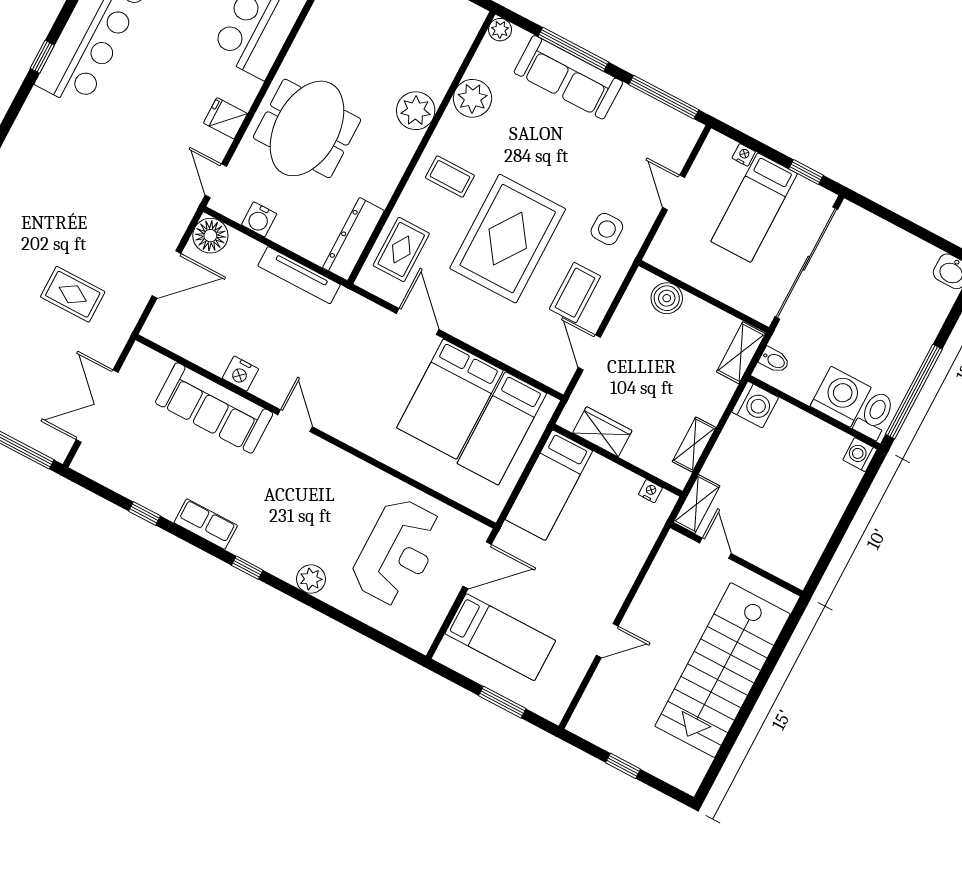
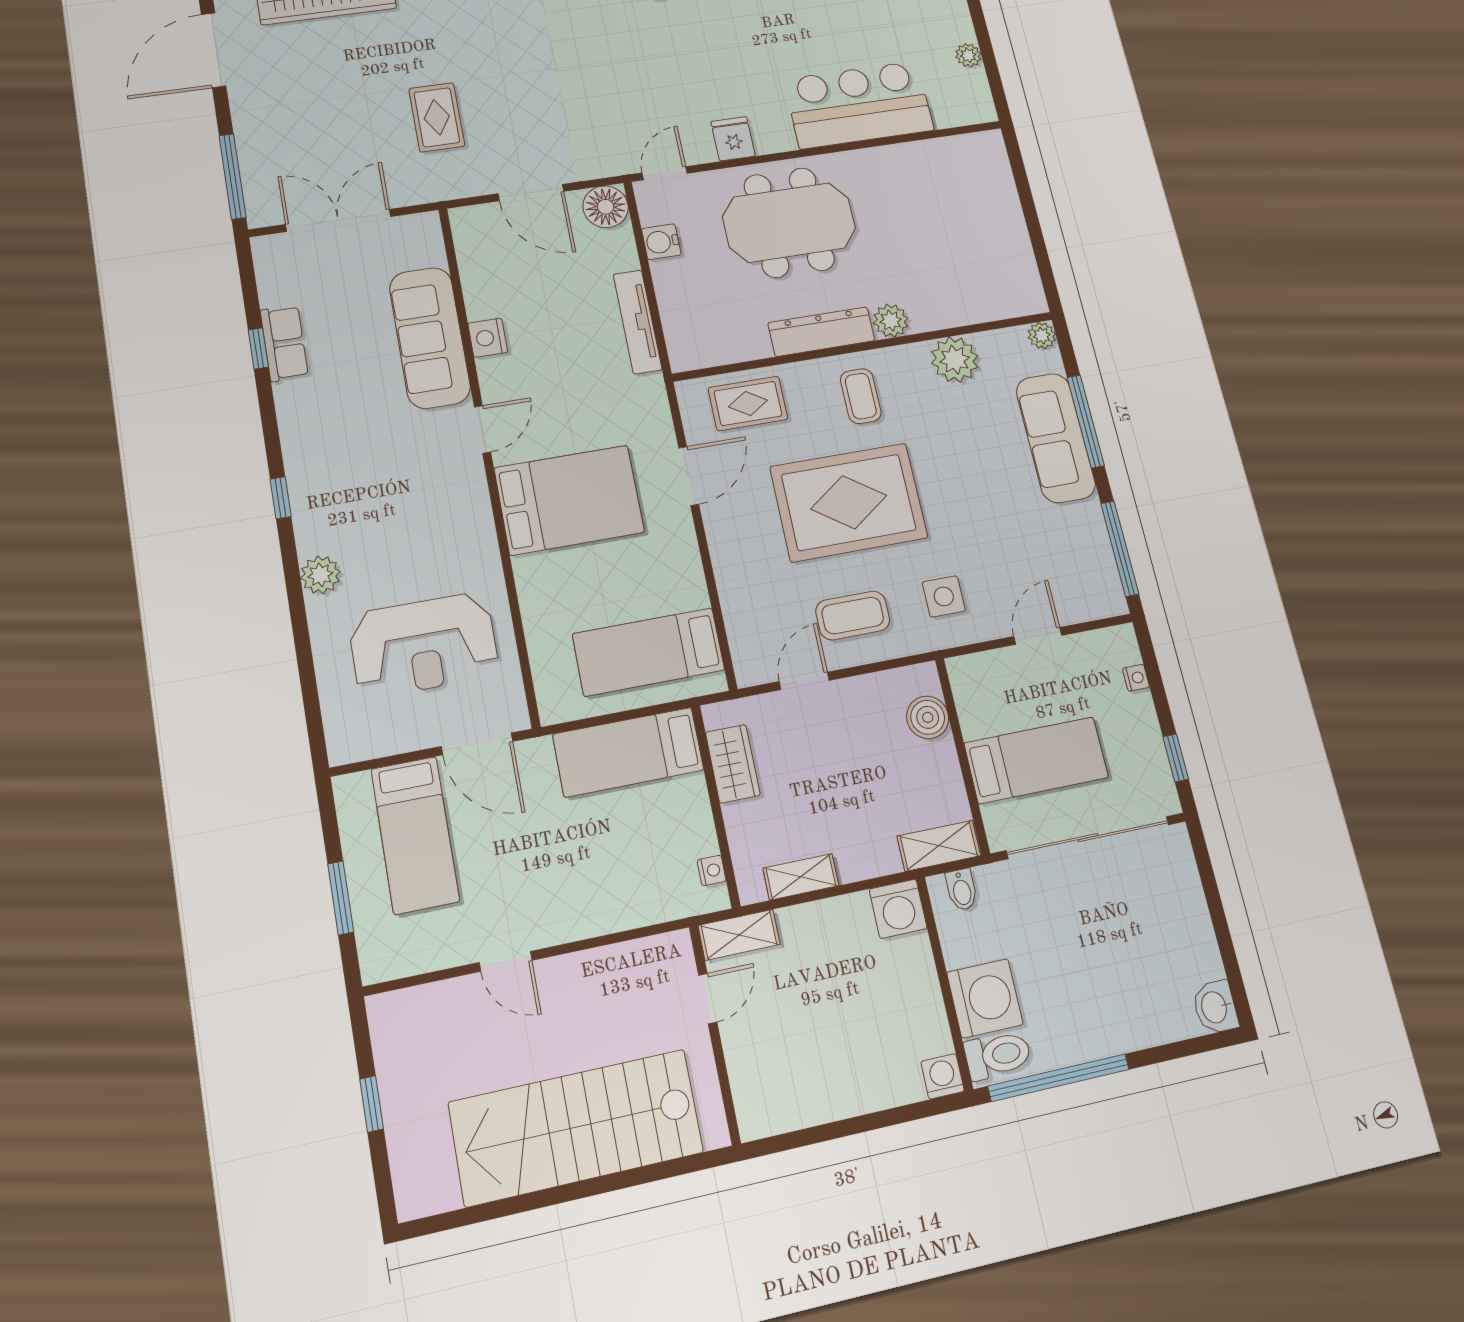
plant: (416, 111) -> (891, 321), width x0.73, depth x0.73
bed: (754, 208) -> (1036, 760), moved, turned 180
dresser: (353, 239) -> (821, 332), moved
bed: (450, 399) -> (569, 500), moved, turned 180
row of seats: (206, 524) -> (284, 343), moved

